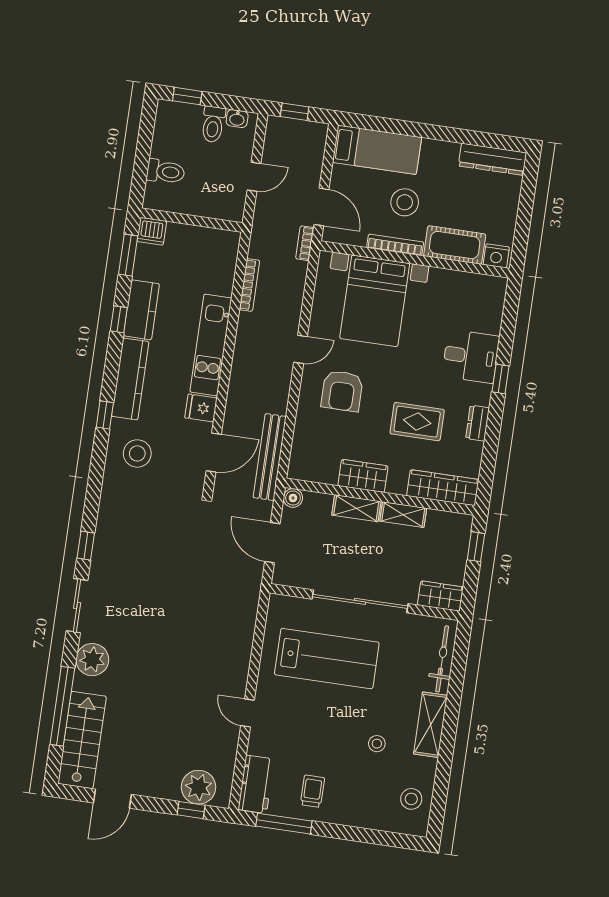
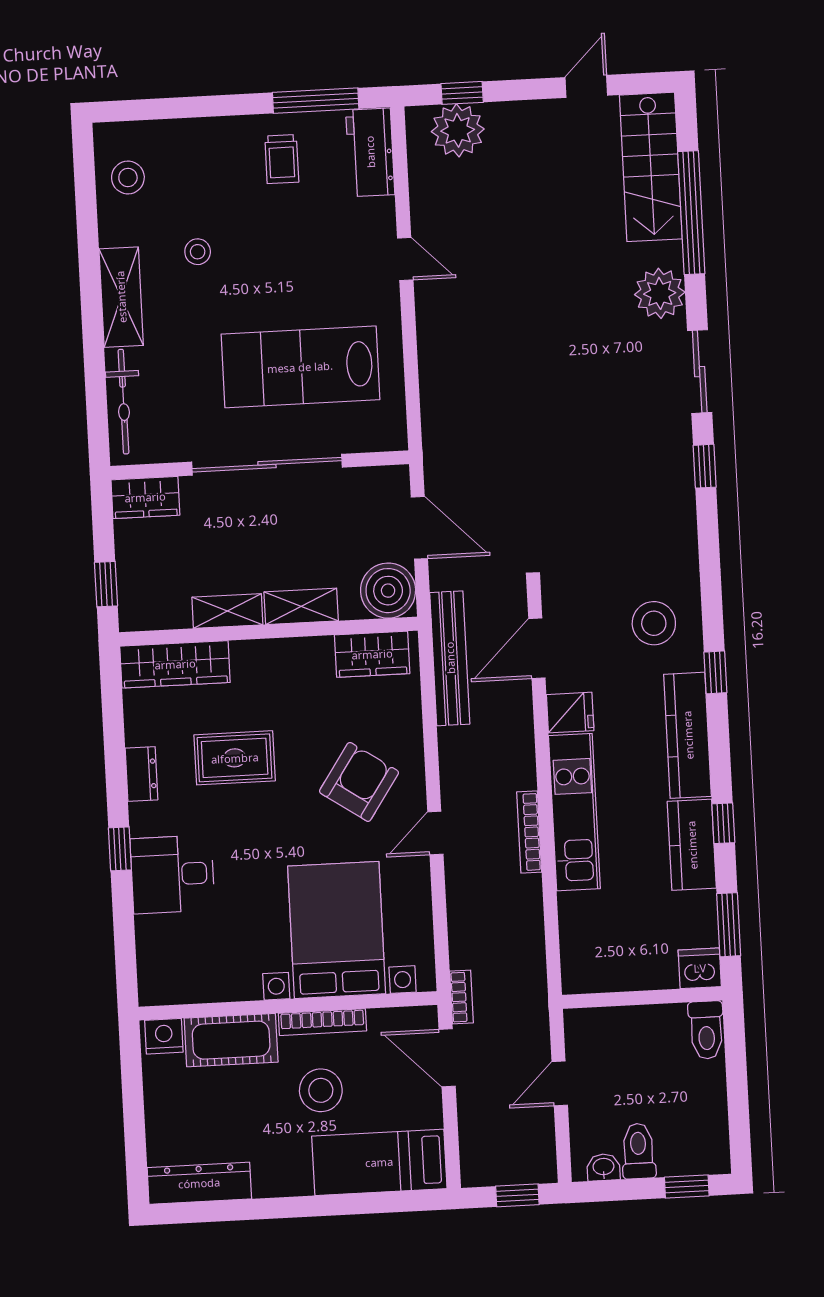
toilet: (166, 172) -> (706, 1030), moved, turned -90
bookcase: (249, 285) -> (529, 832), moved
armchair: (342, 391) -> (359, 782), turned 34
wardrobe: (363, 476) -> (372, 654), moved
boiler: (293, 498) -> (388, 591), width x1.86, depth x1.86
door: (112, 799) -> (586, 86), width x0.73

